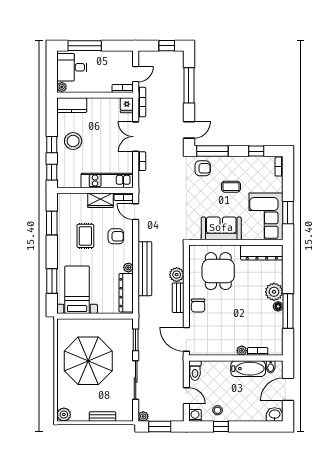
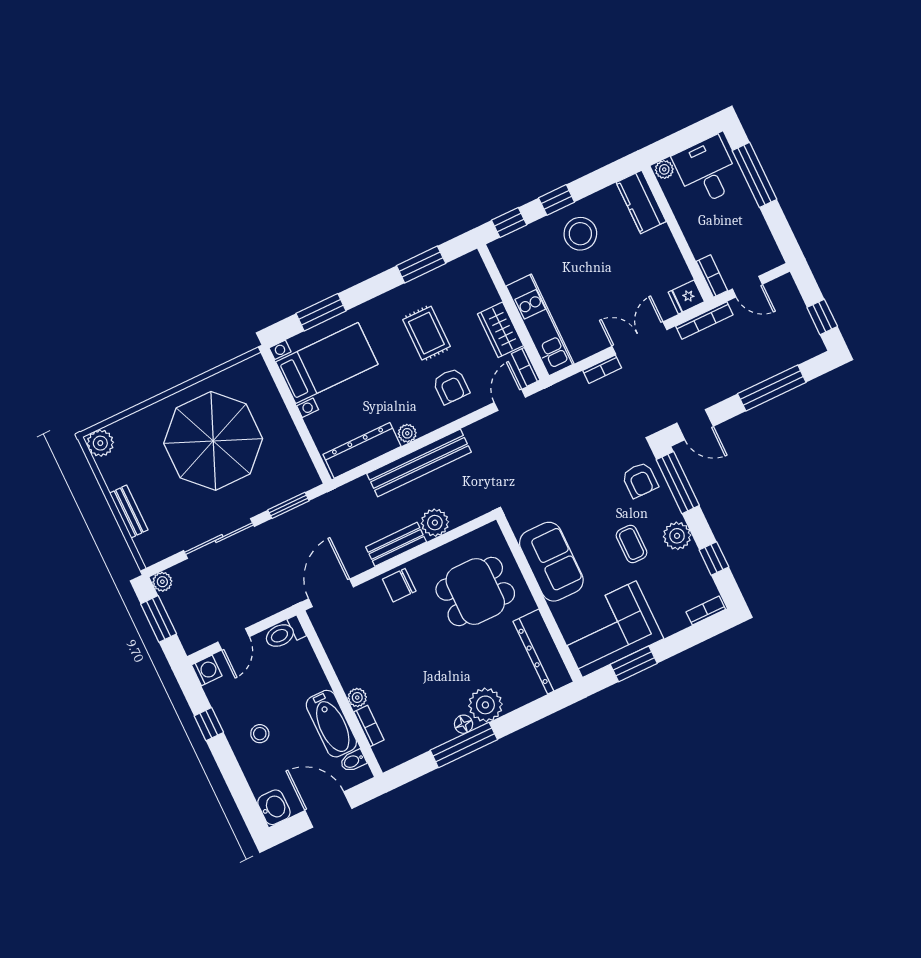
plant: (237, 163) -> (677, 536), added
rug: (85, 236) -> (426, 333), turned 90
stool: (217, 410) -> (260, 734), moved

